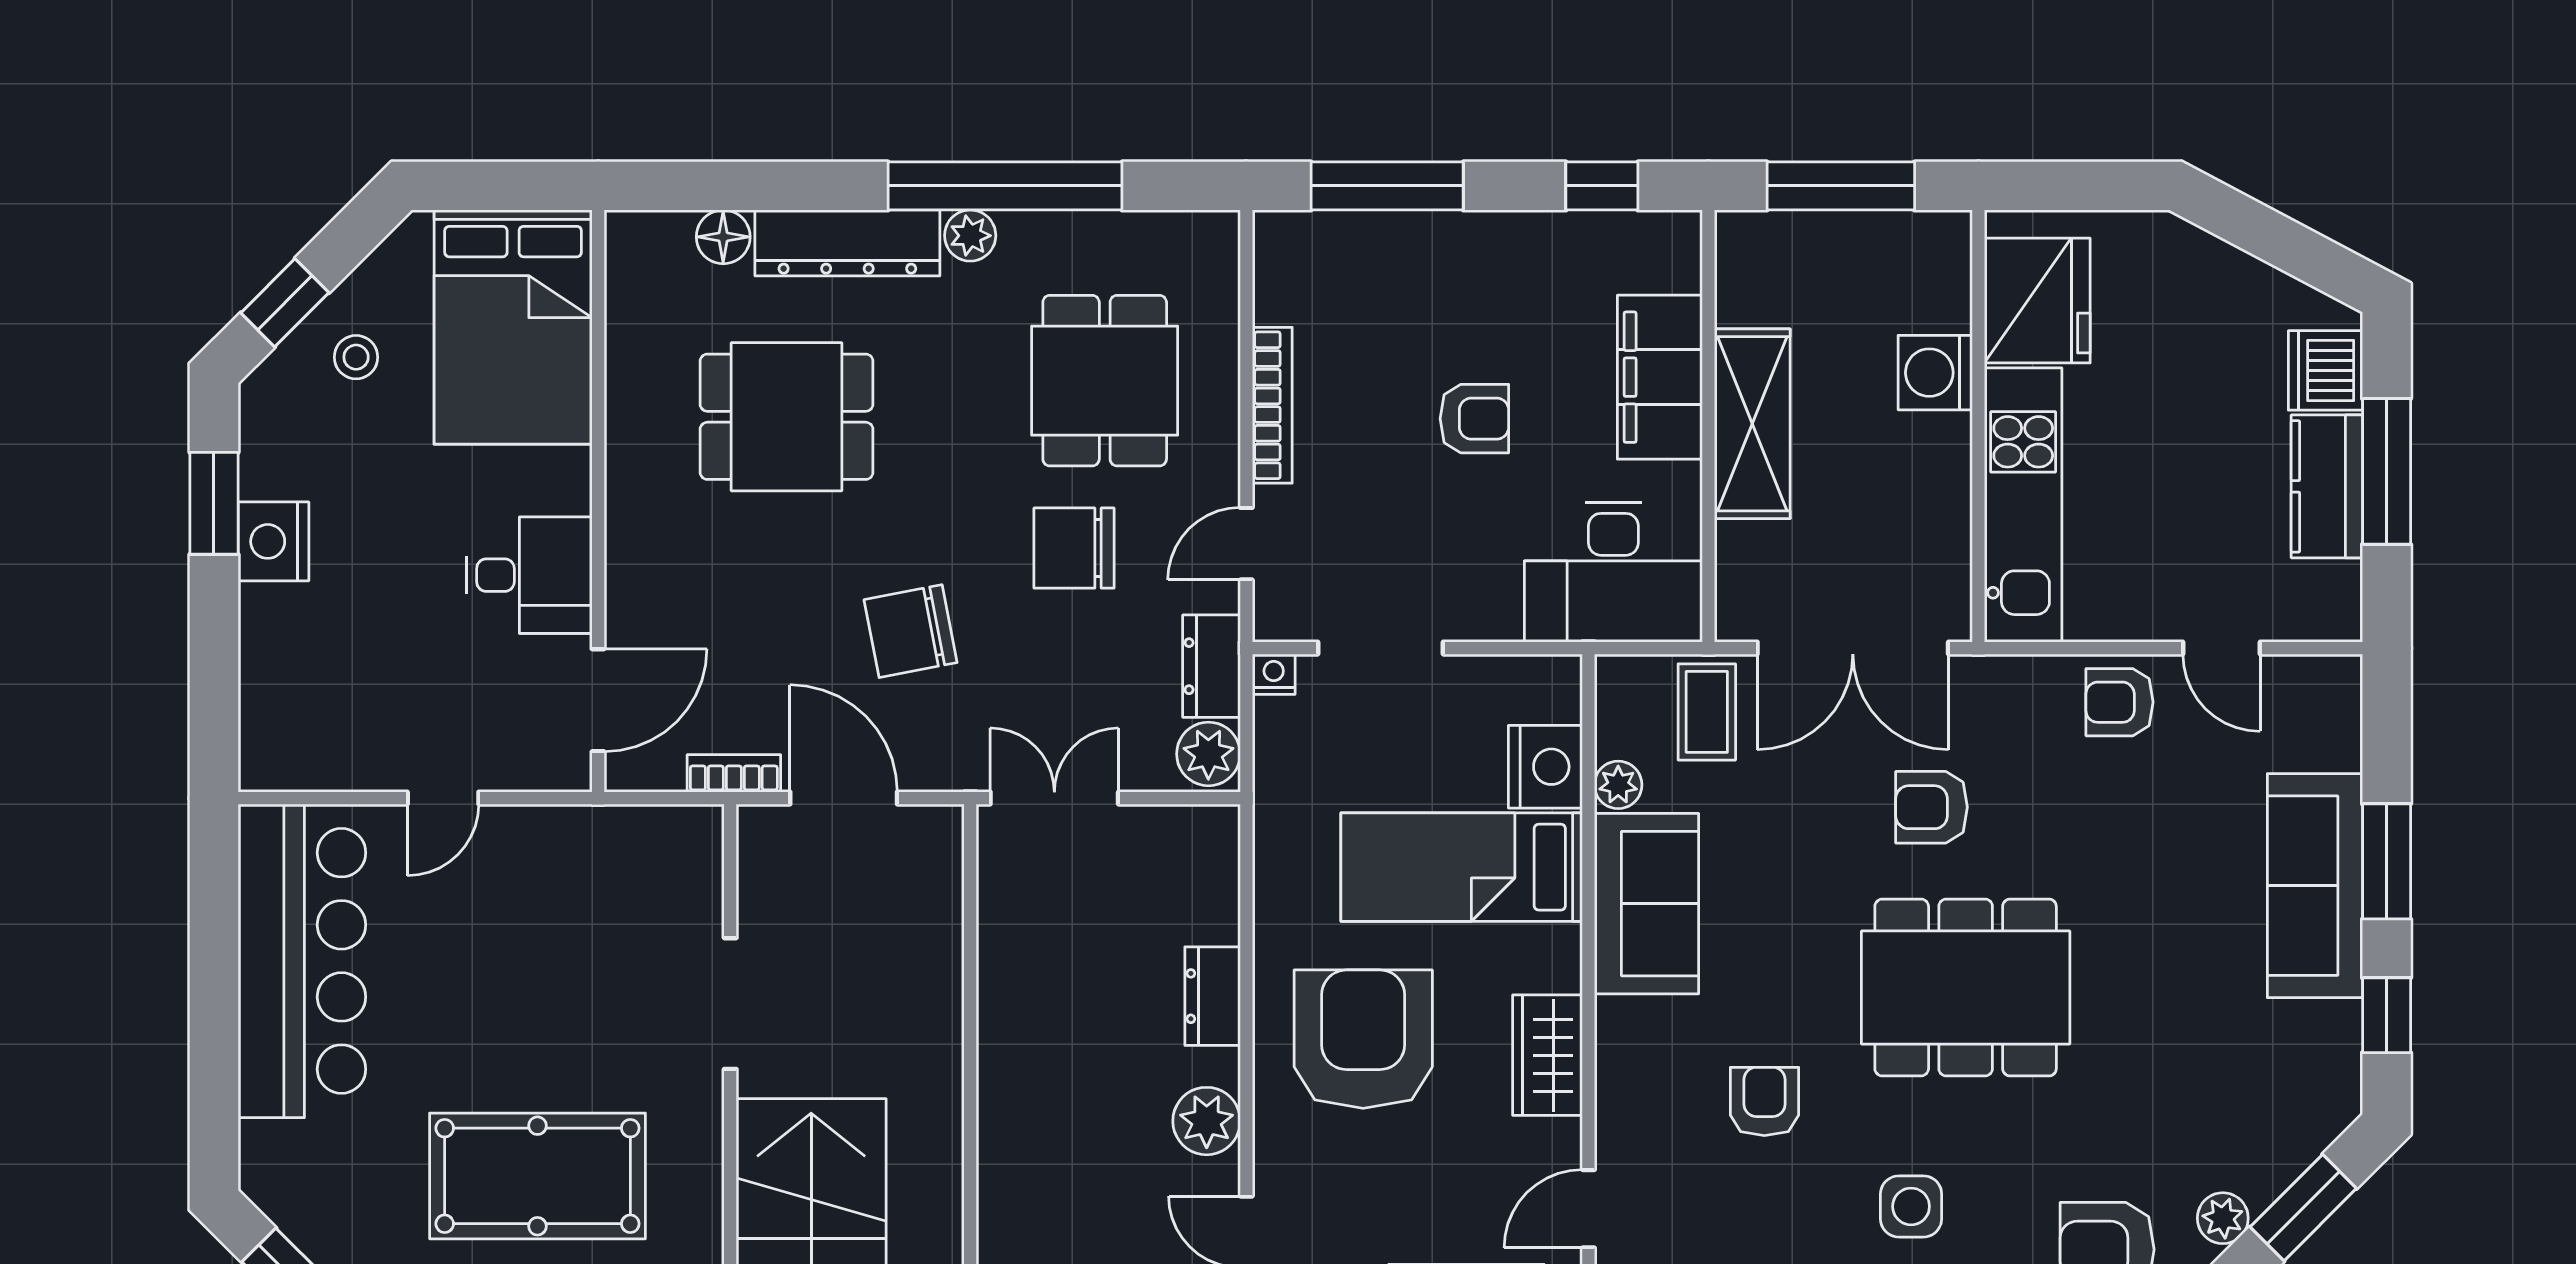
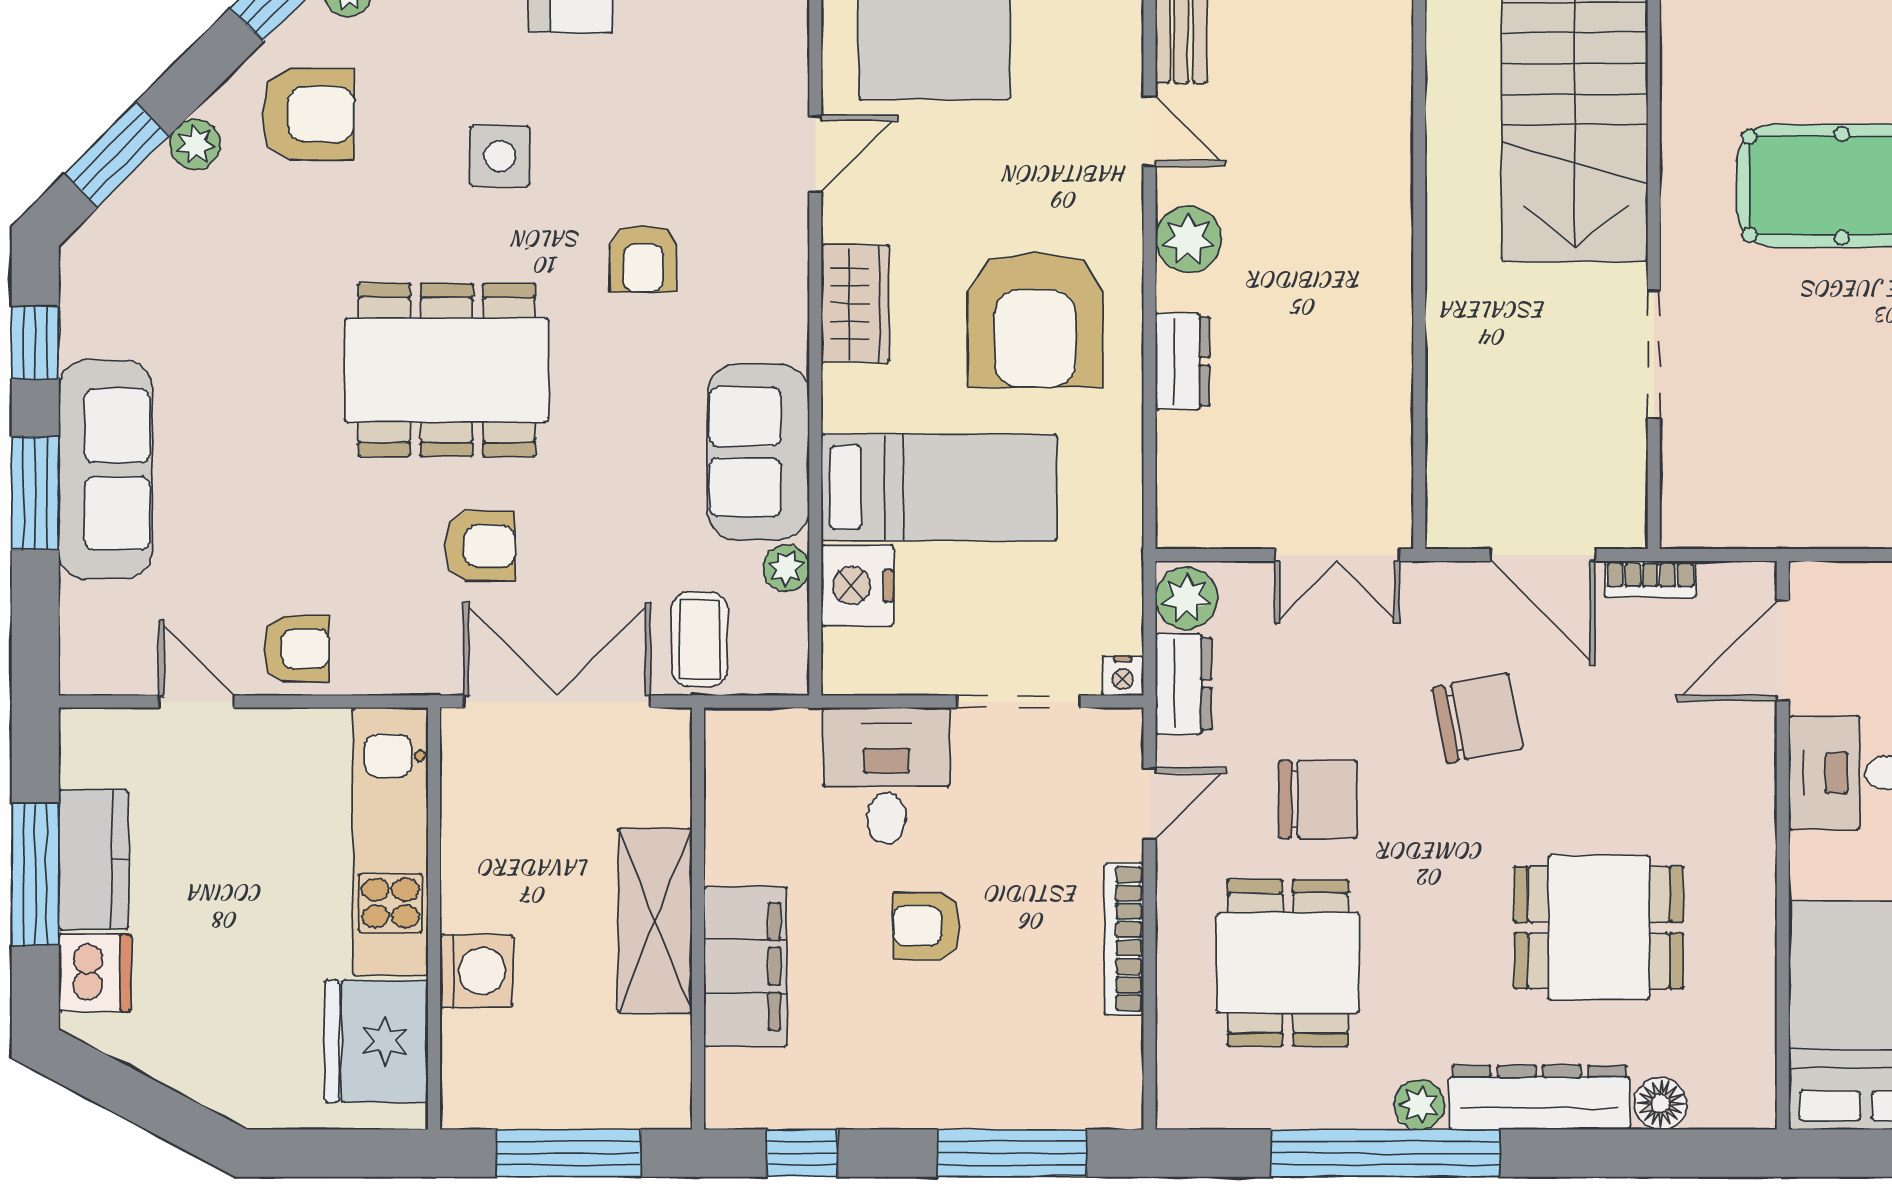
desk: (1613, 572) -> (887, 776), moved, width x0.73

